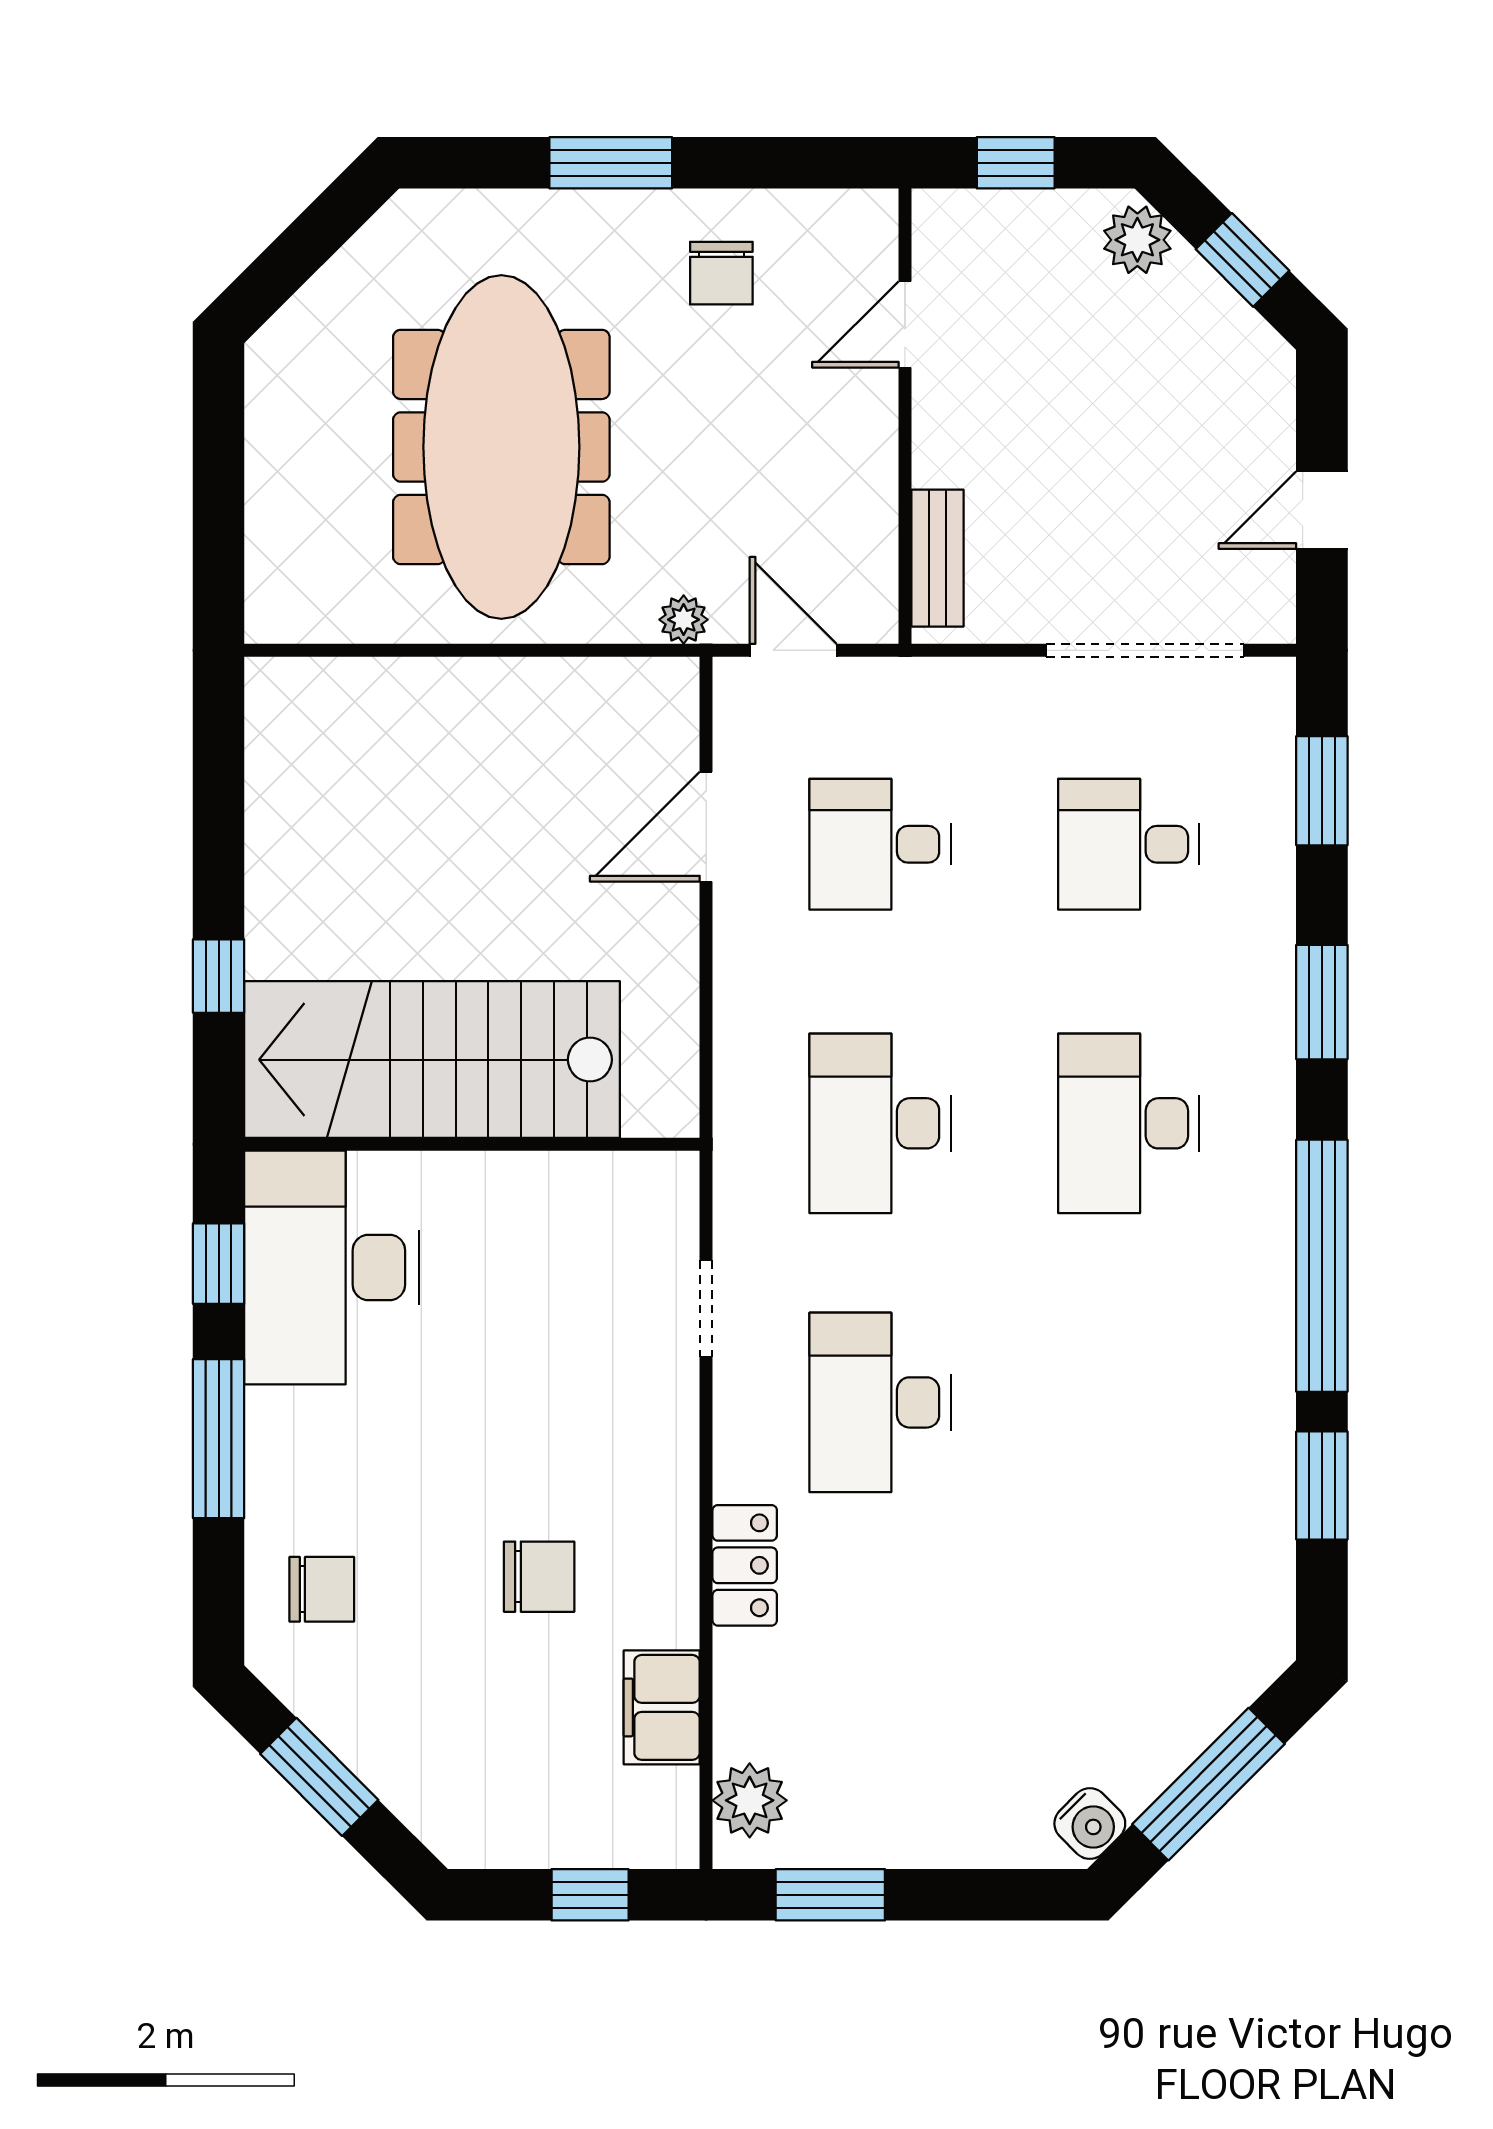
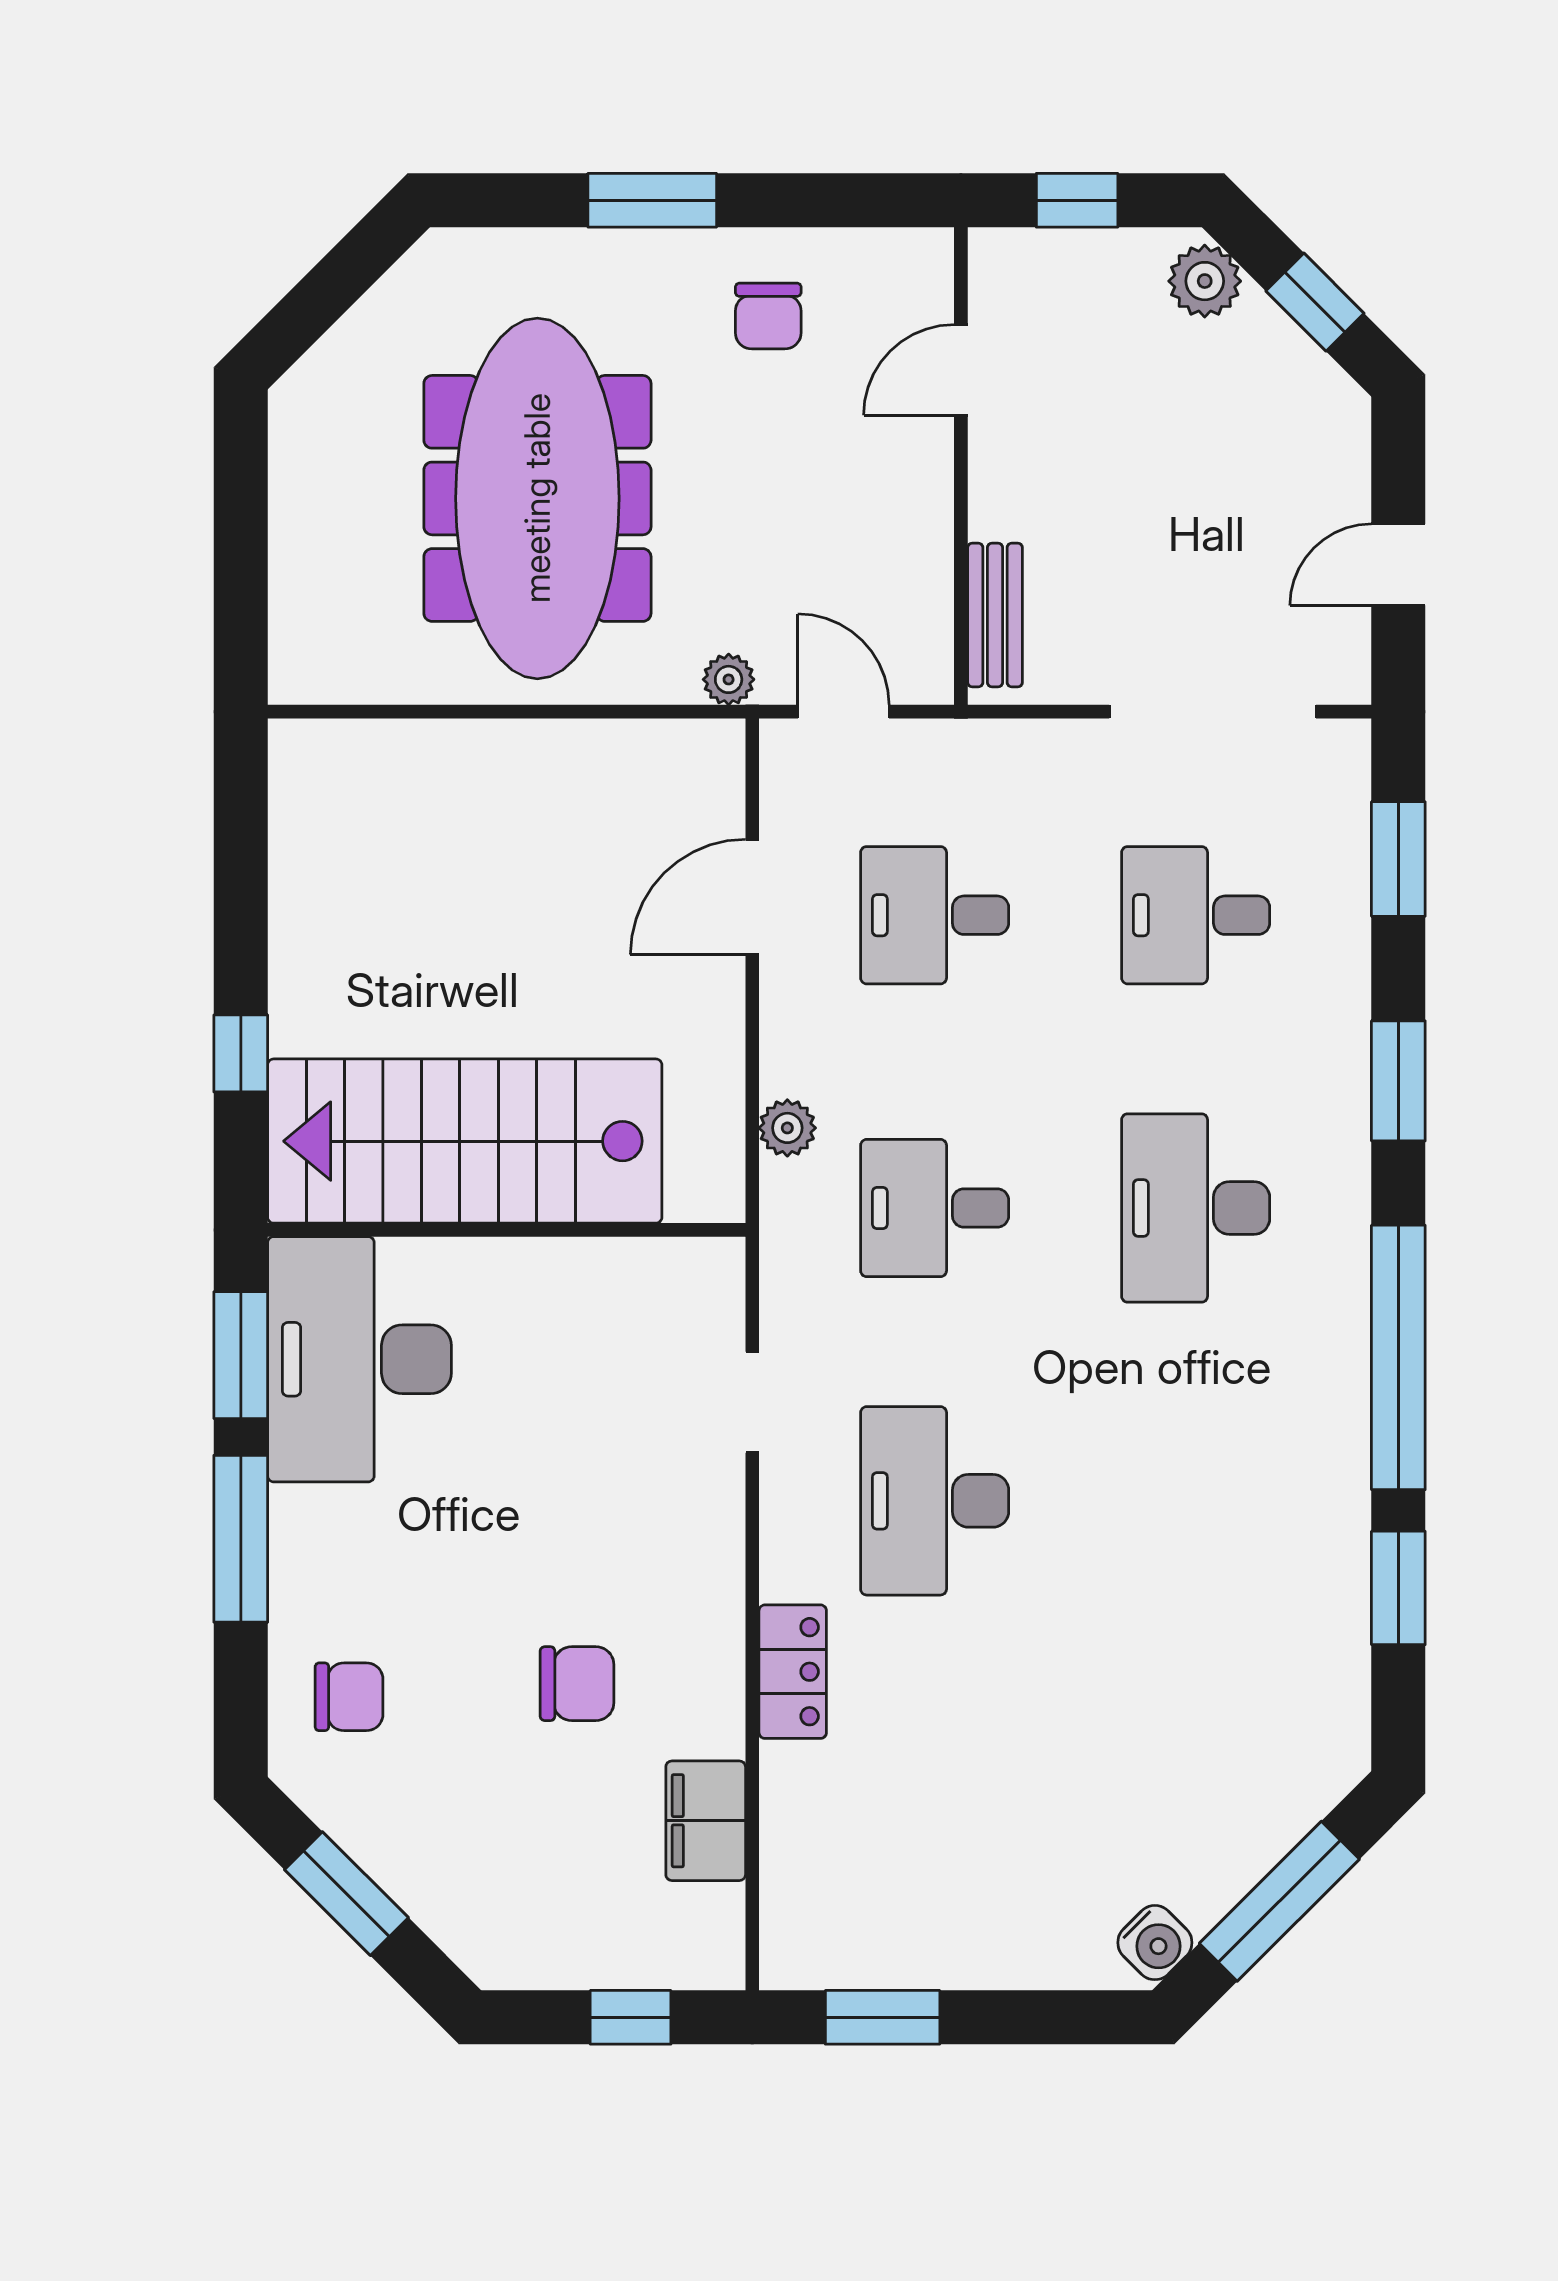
desk: (880, 1123) -> (935, 1208), width x0.73
window: (219, 1264) -> (241, 1355), width x1.50
plant: (750, 1800) -> (787, 1128), moved, width x0.73, depth x0.73

